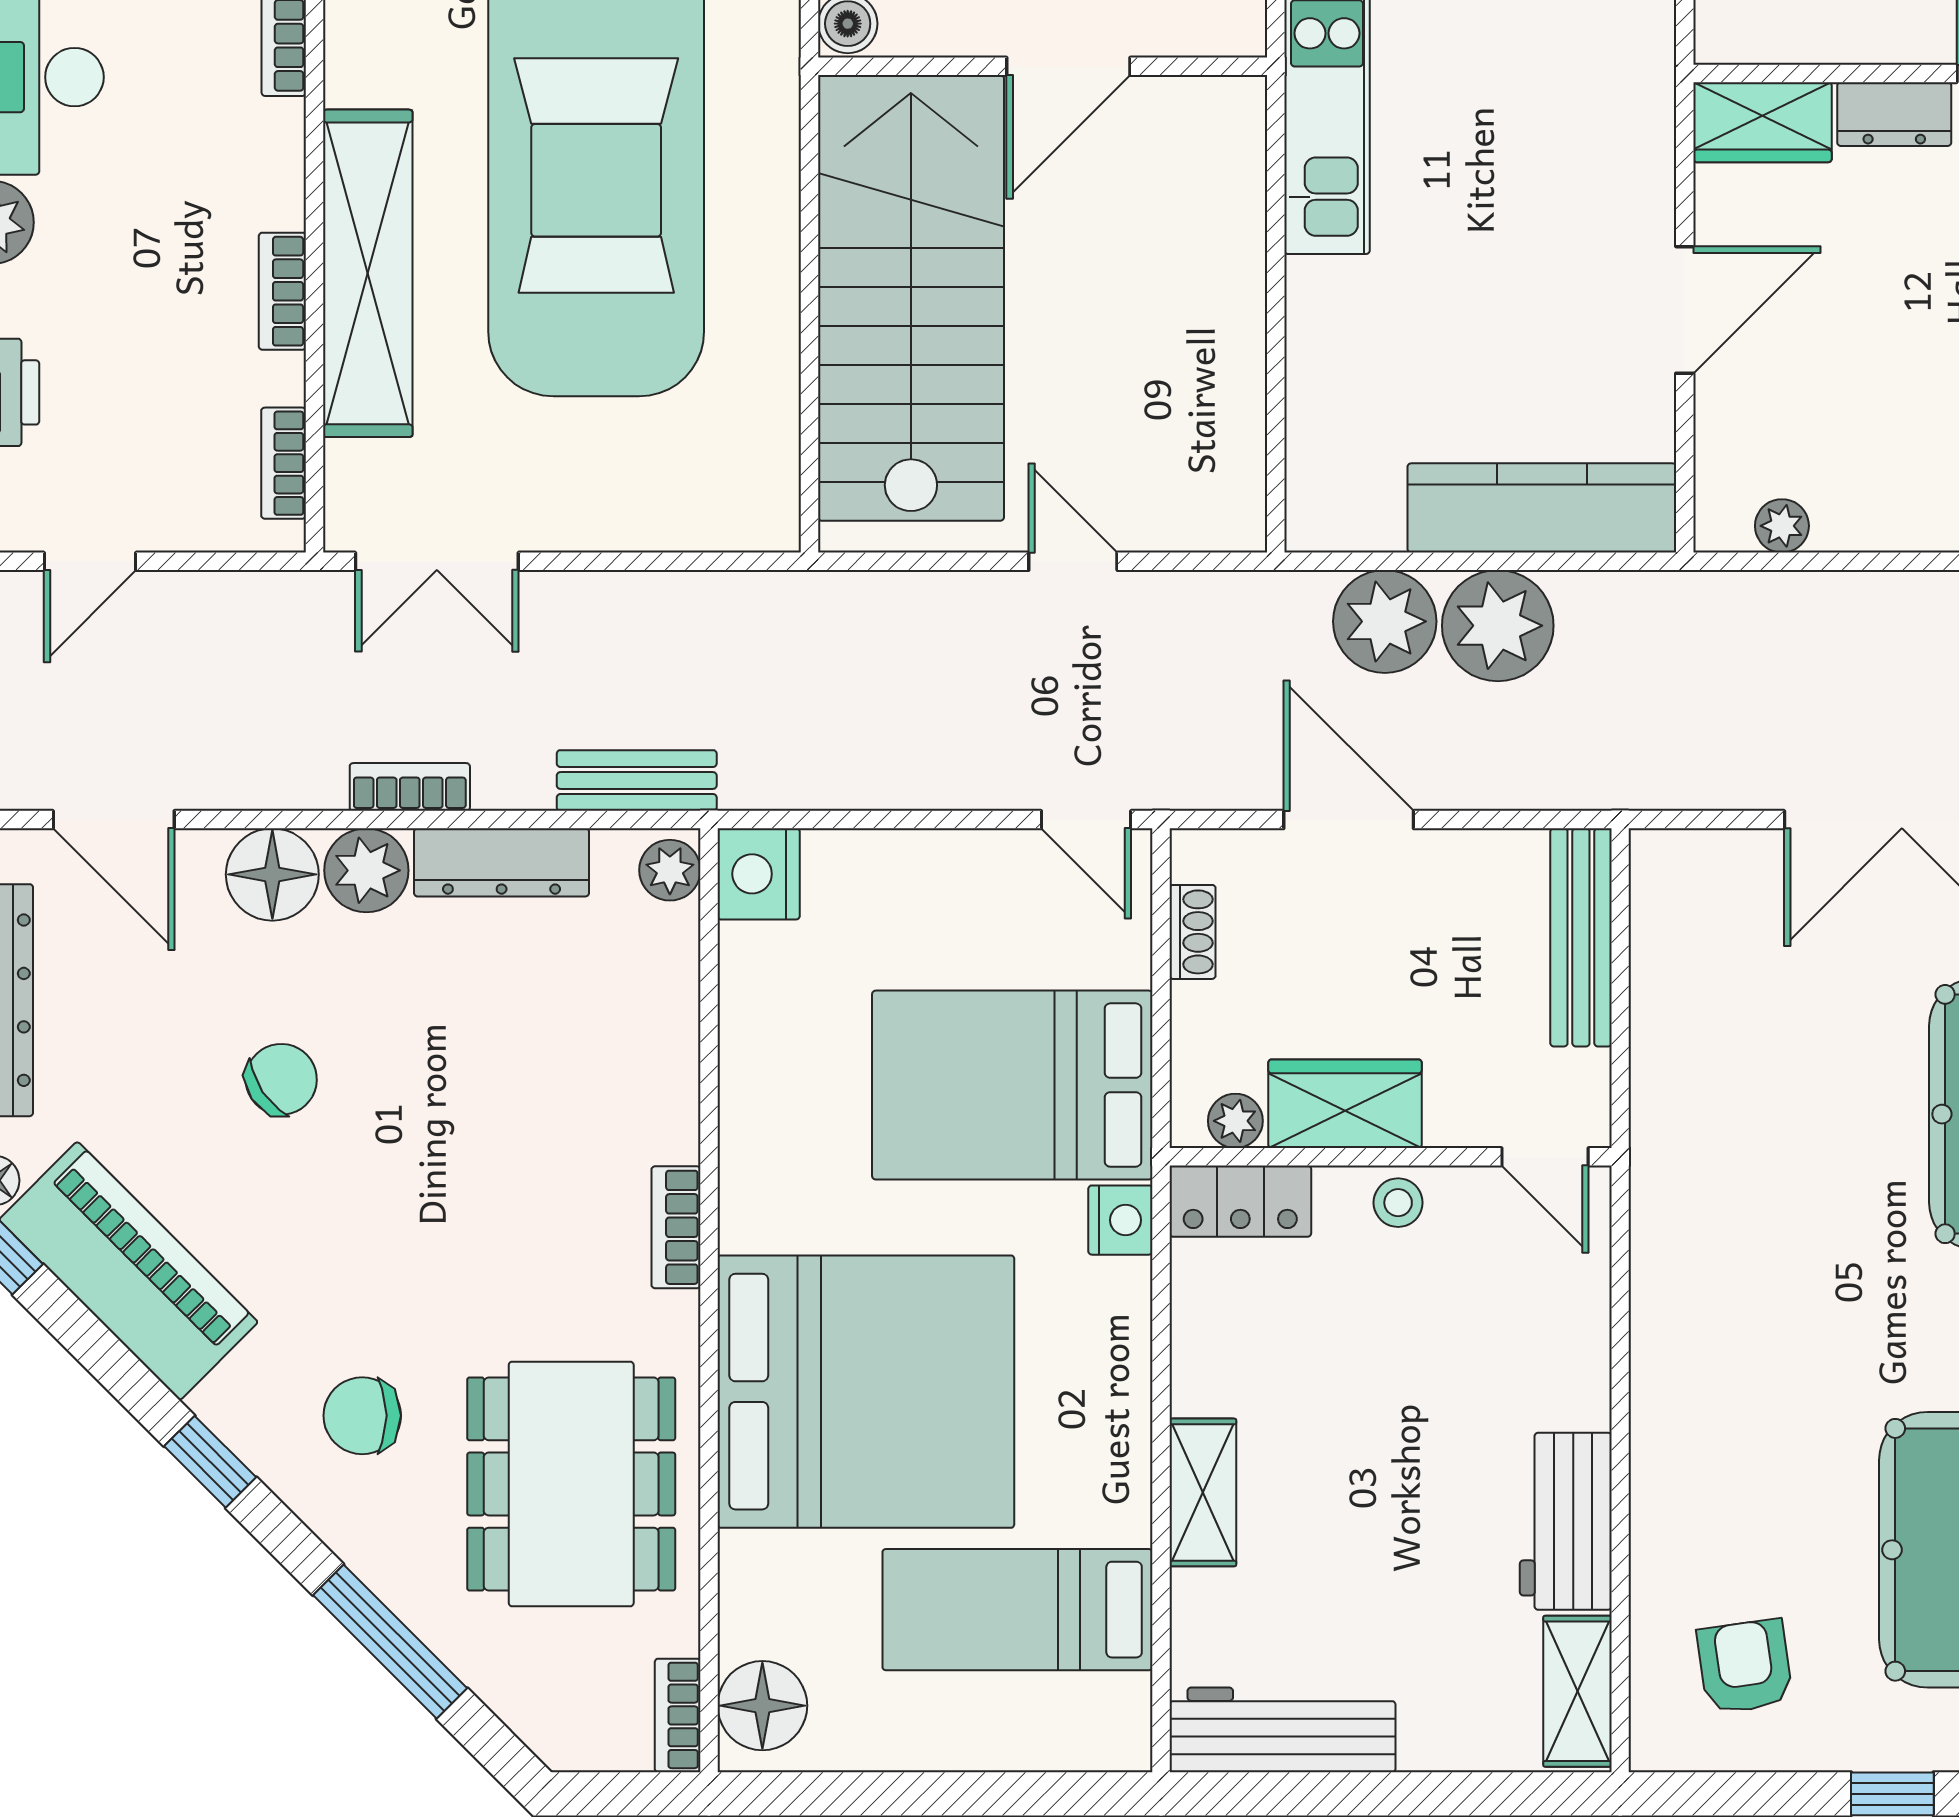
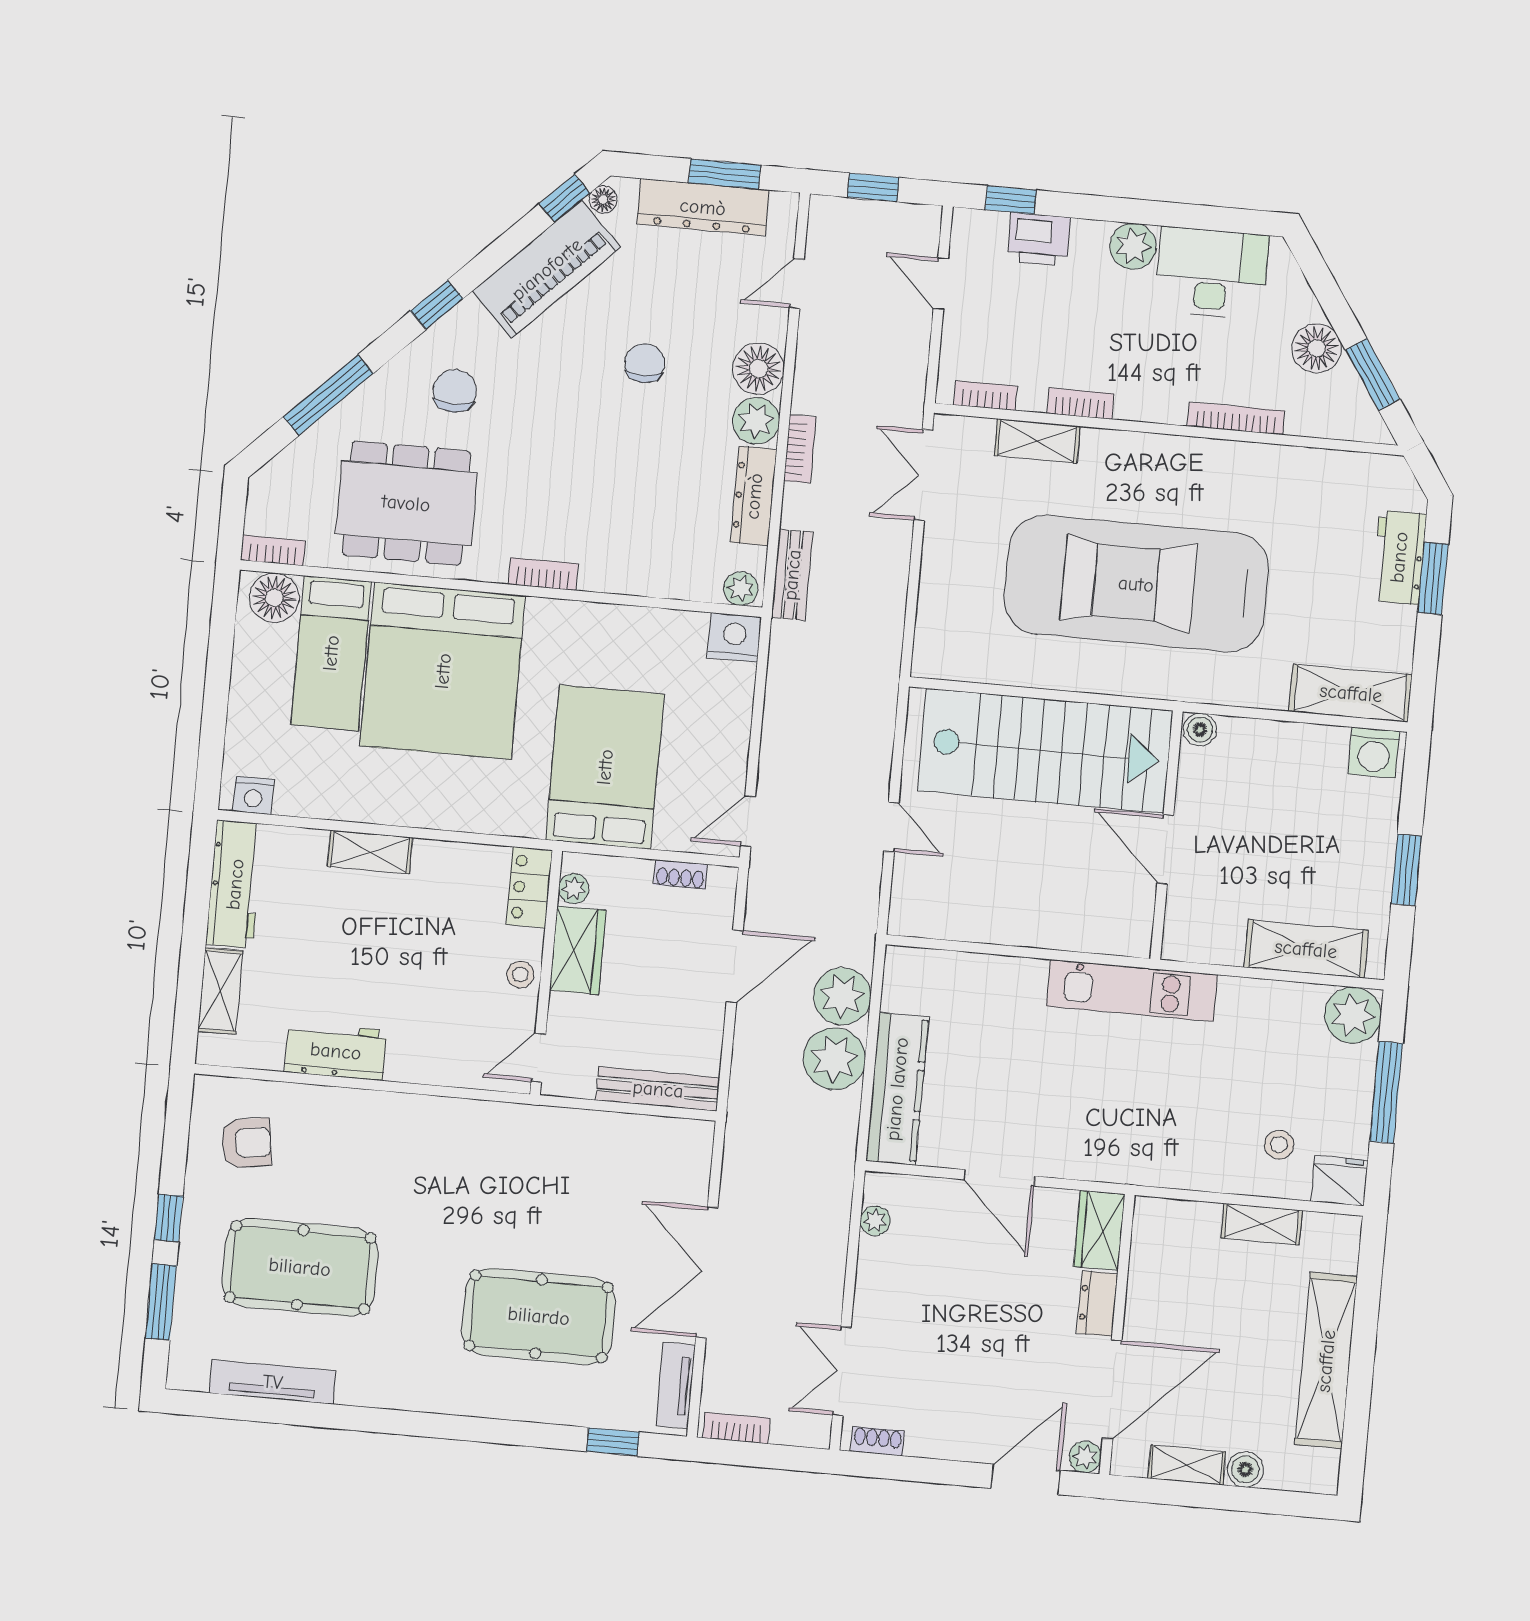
shelving: (368, 273) -> (1037, 441), width x0.45, depth x0.75
door: (1073, 561) -> (891, 827), hinge flipped
door: (114, 820) -> (797, 284), width x0.73
chair: (281, 1079) -> (645, 363), turned -146
nightstand: (1120, 1220) -> (253, 795), moved
bed: (1017, 1610) -> (331, 653), moved, turned 180
shelving: (1577, 1691) -> (220, 991), moved, turned 90

